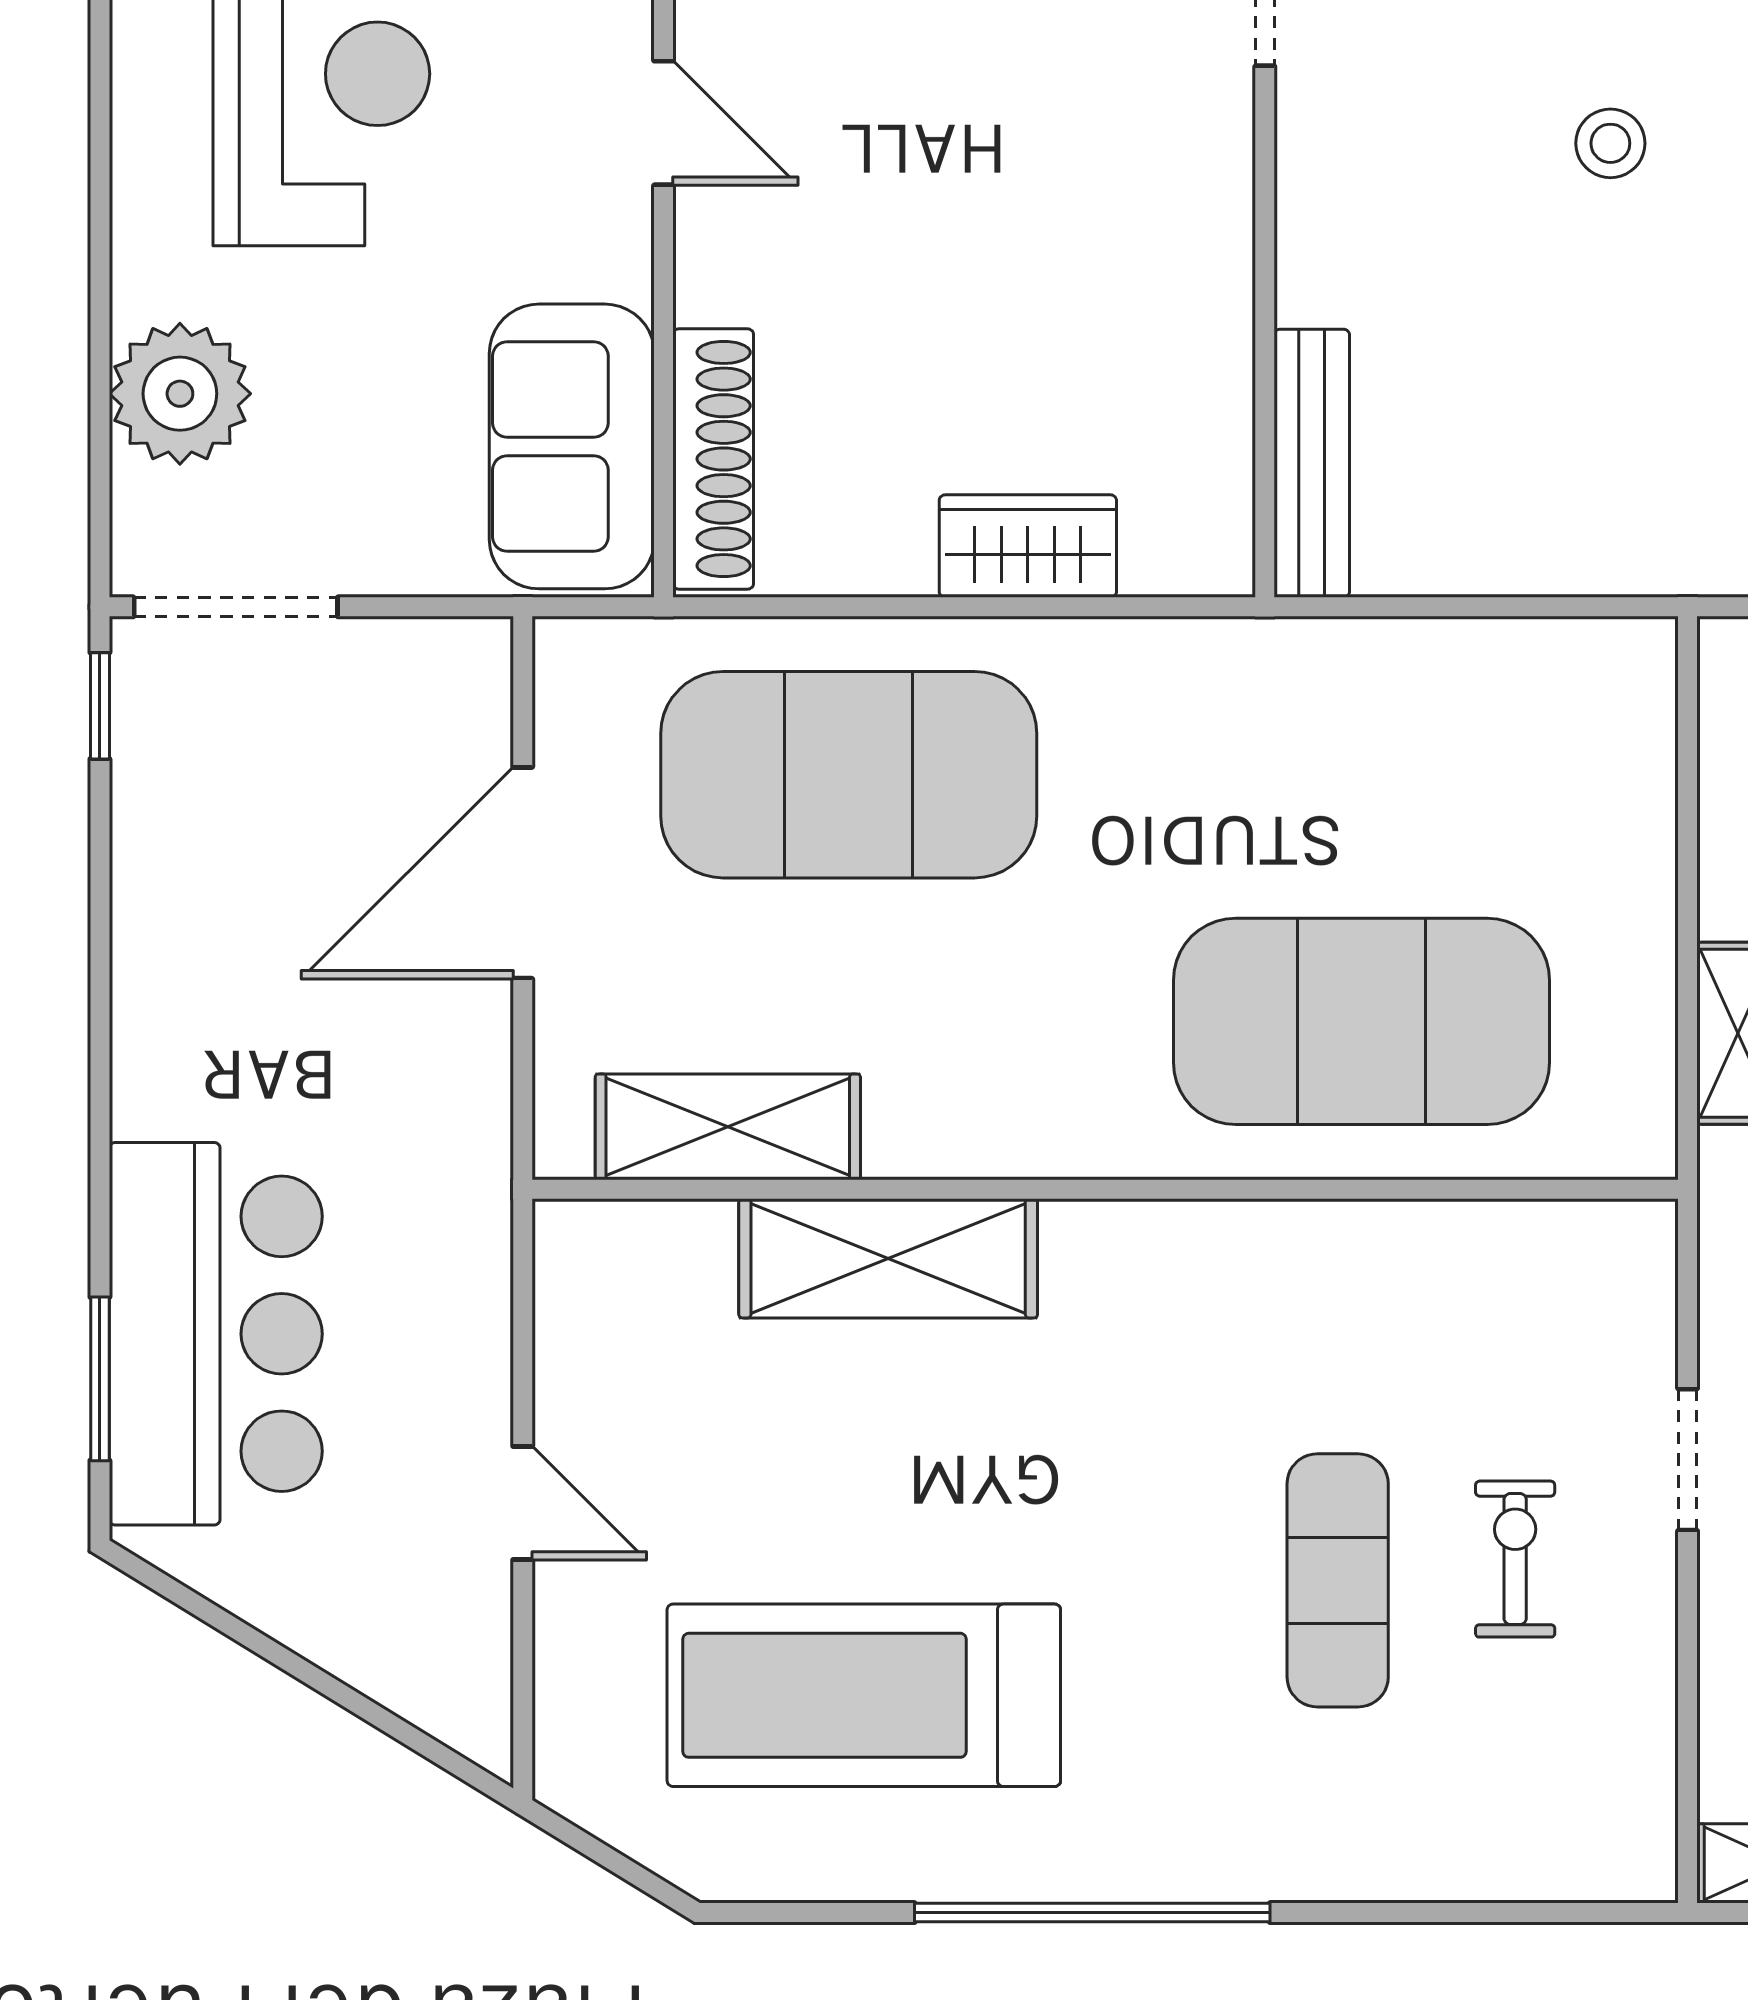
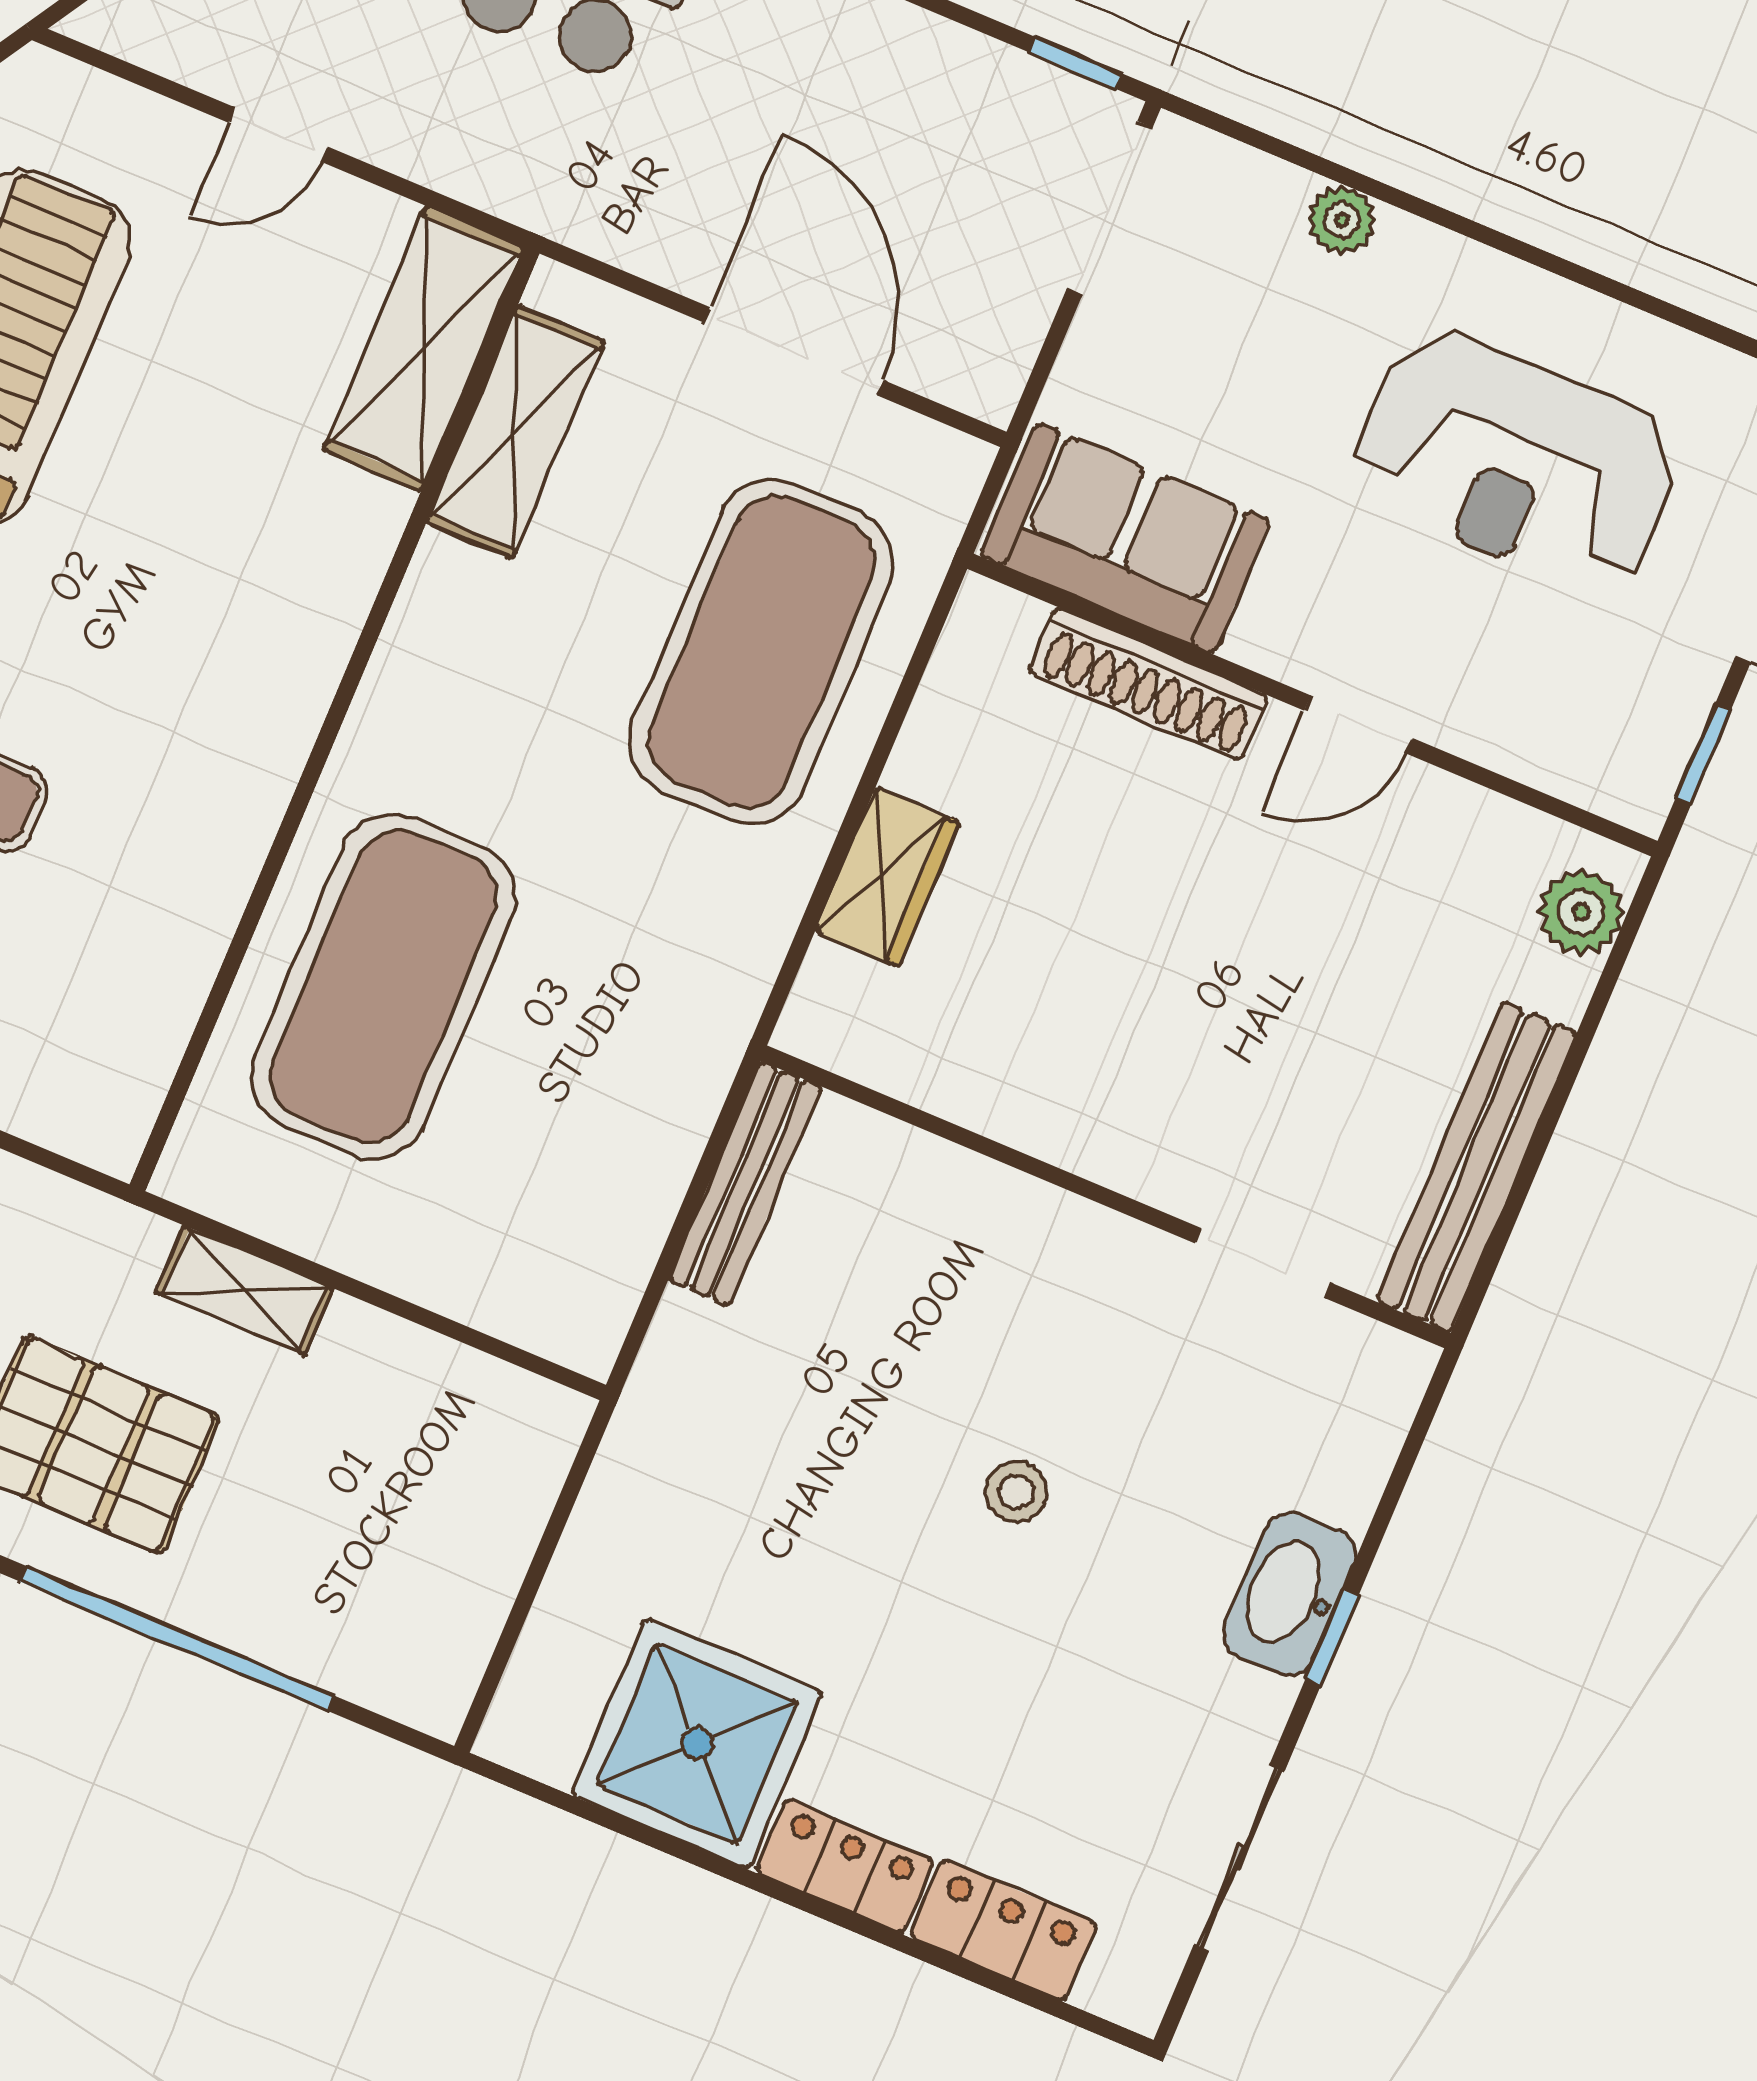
plant: (180, 394) -> (1342, 220), width x0.53, depth x0.53
shoe rack: (713, 459) -> (1149, 684), moved
bench: (1312, 463) -> (745, 1183), moved, turned 90
shelving: (888, 1258) -> (424, 348), moved

